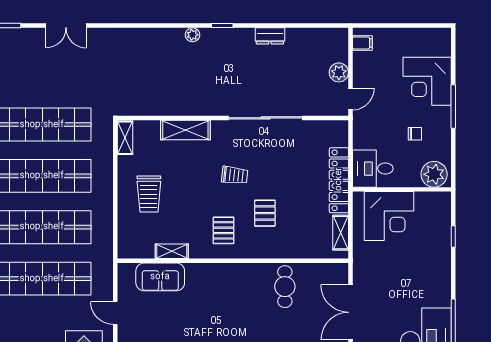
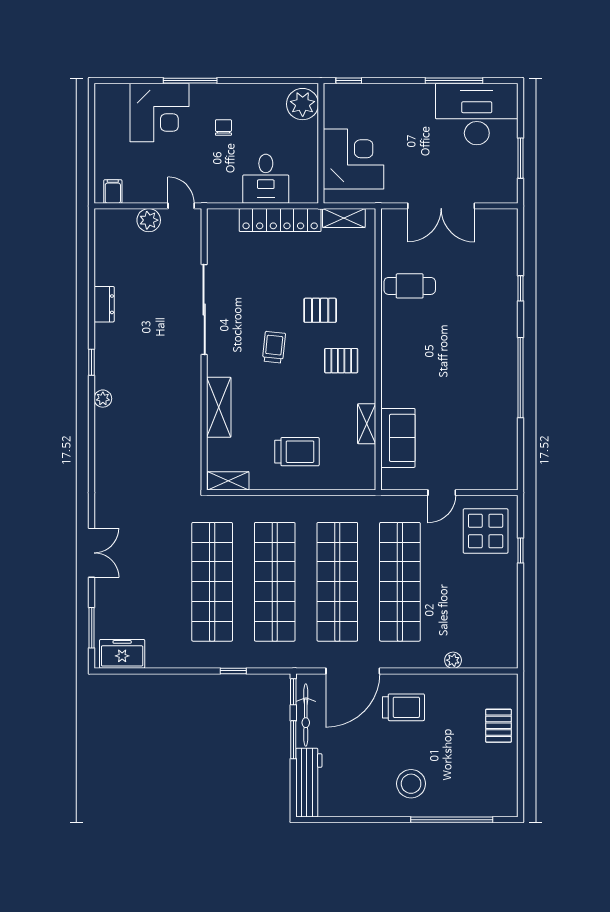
plant: (434, 174) -> (303, 104), moved
wall: (402, 189) -> (321, 143), moved
corner desk: (389, 216) -> (353, 159), moved

